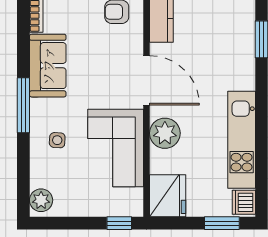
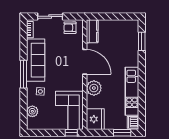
sofa: (48, 66) -> (36, 60), width x1.36
corner sofa: (116, 148) -> (69, 110), moved
plant: (41, 200) -> (32, 111), moved

